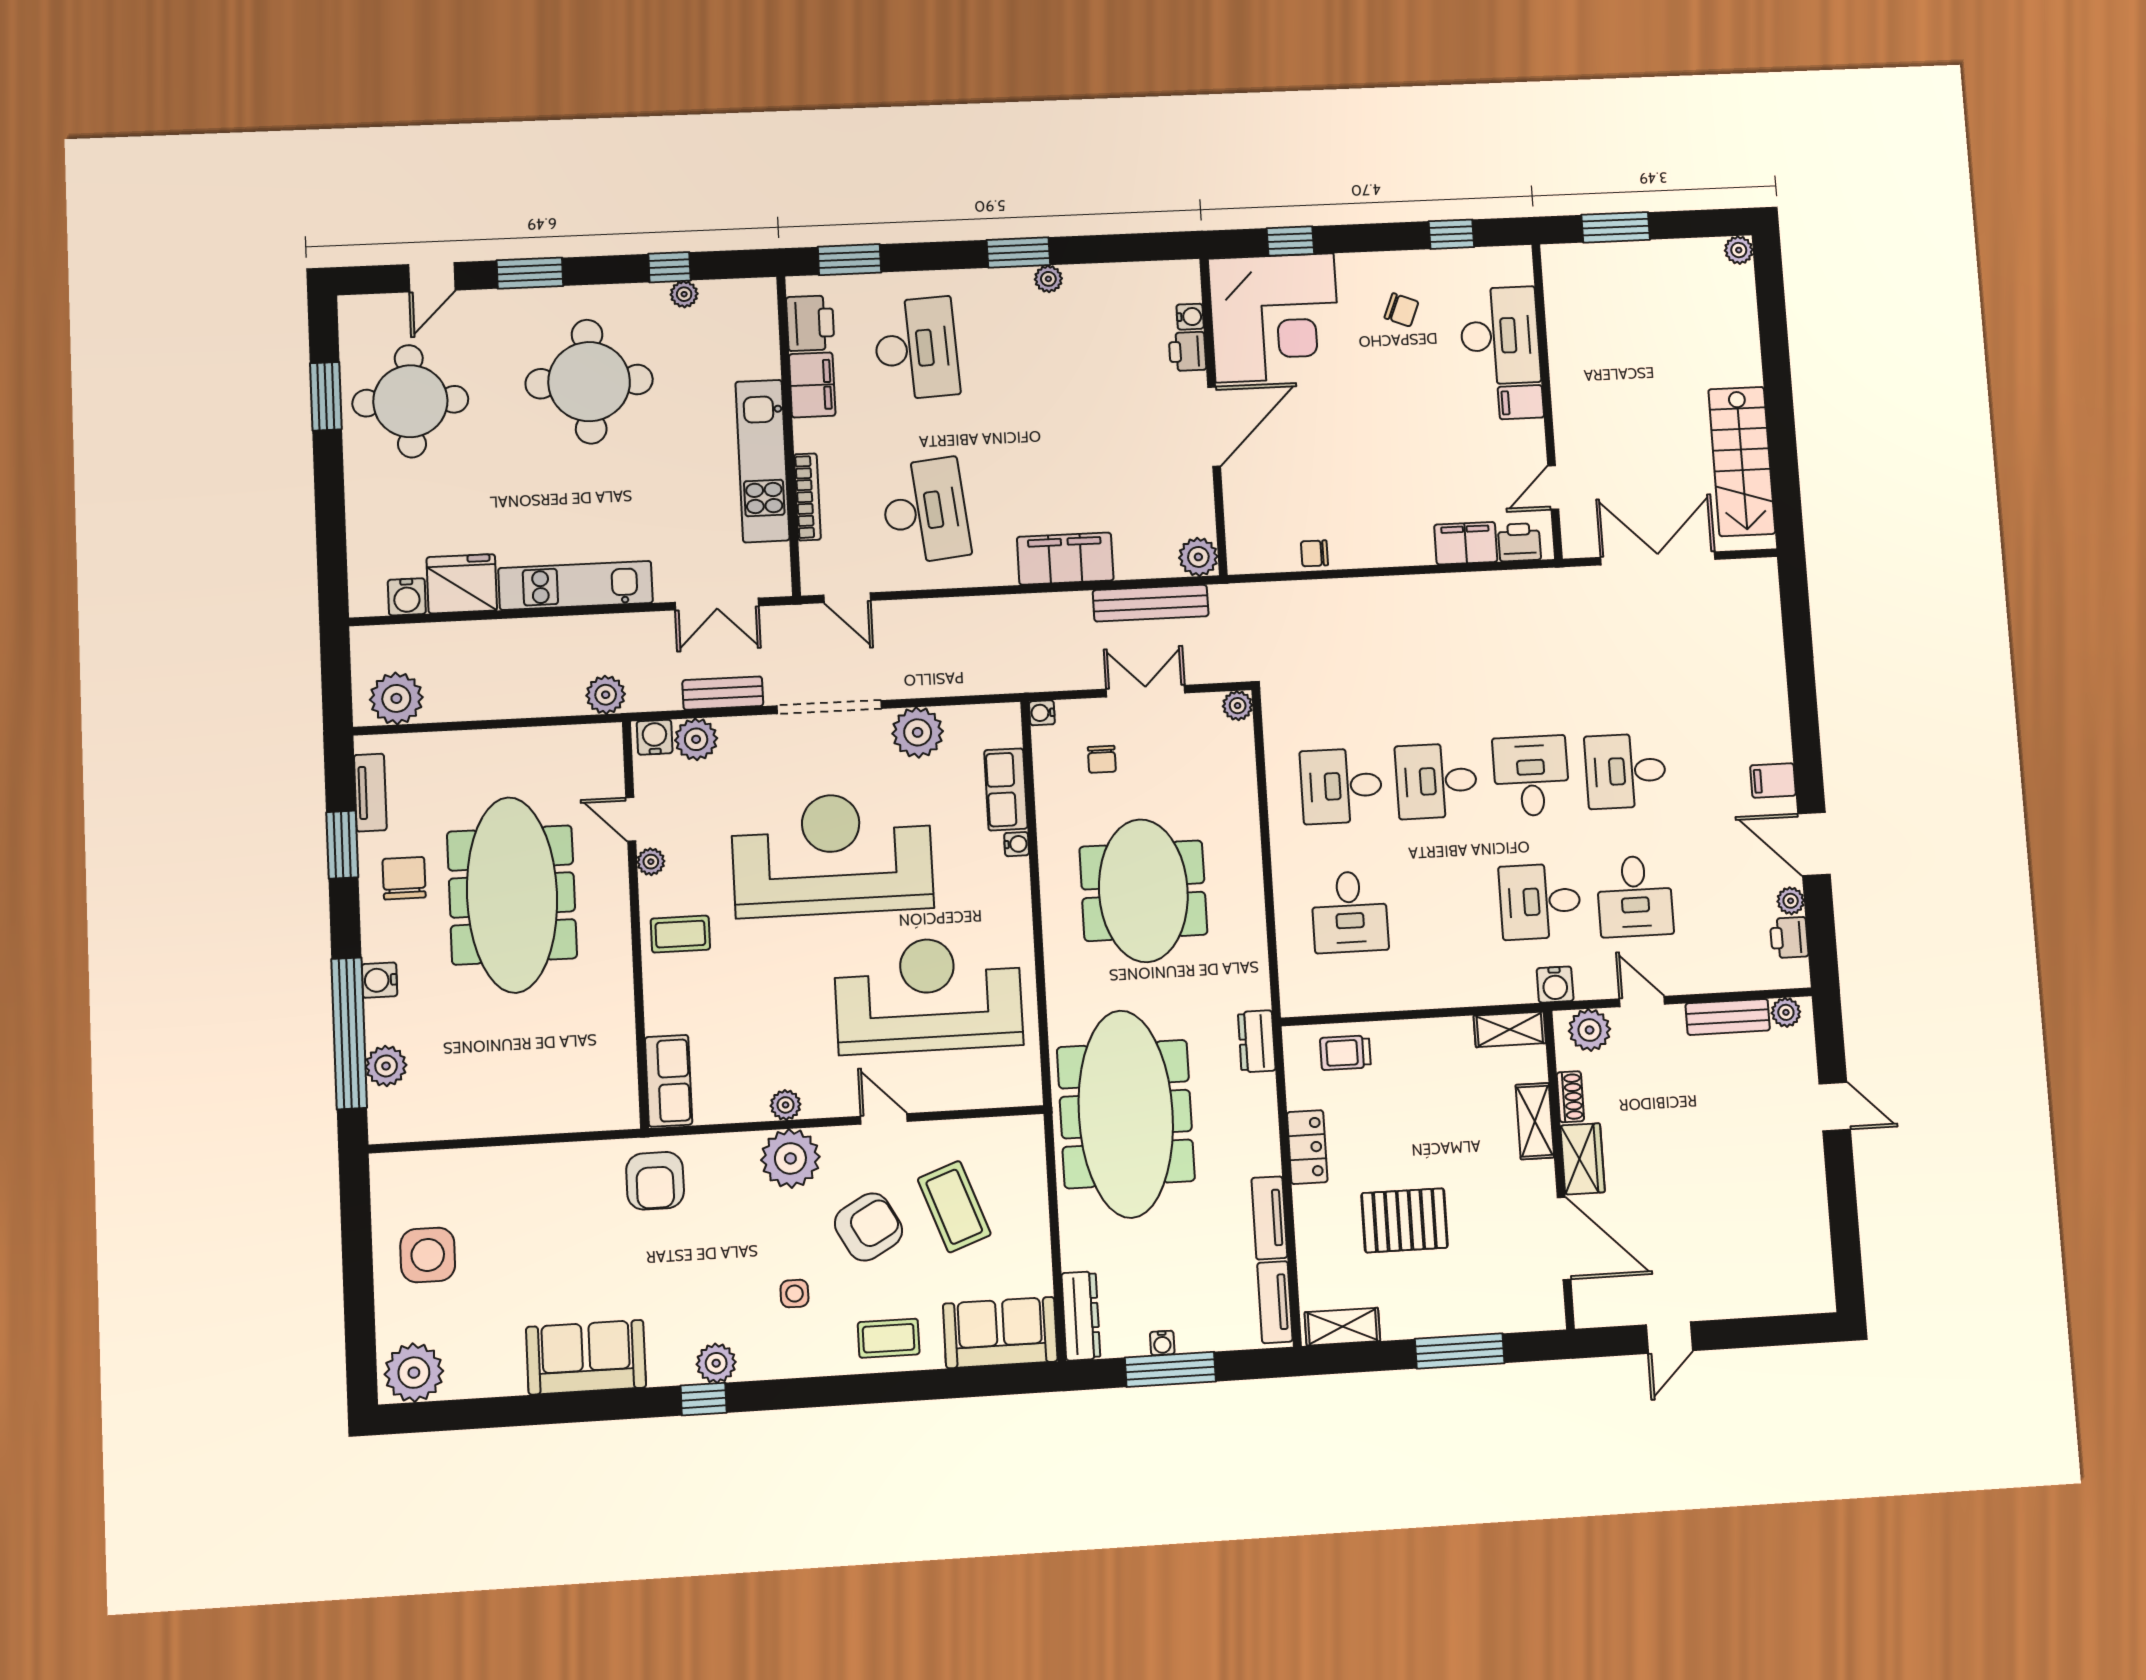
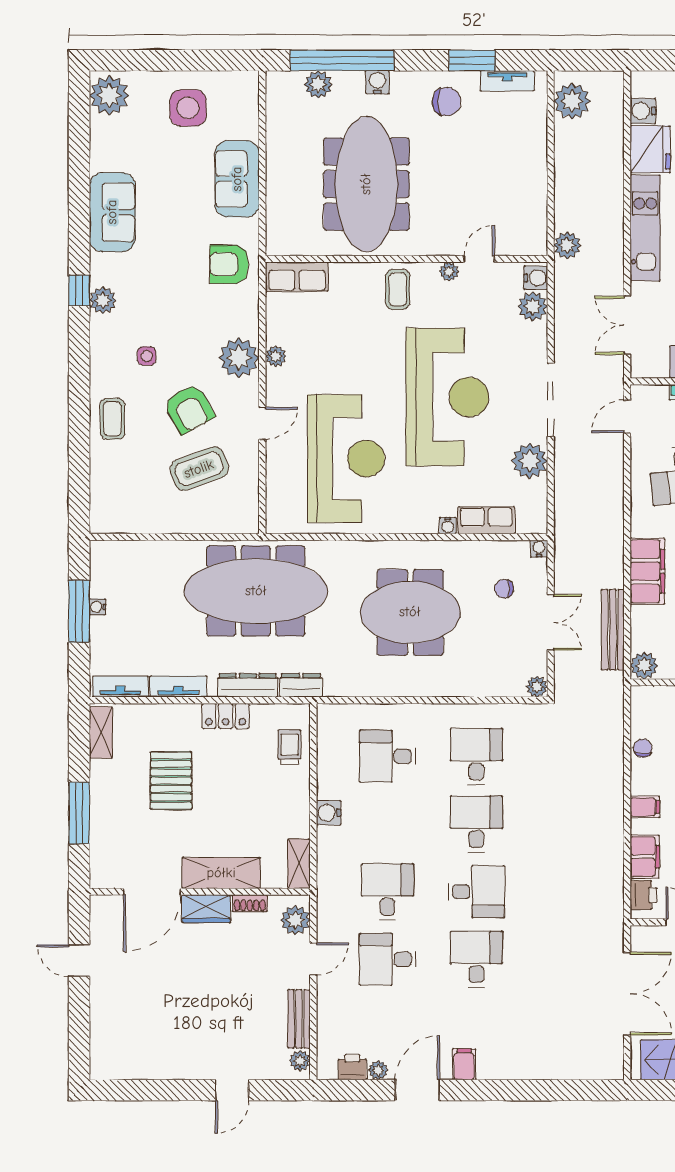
filing cabinet: (1396, 546) -> (645, 807), added
bench: (723, 693) -> (564, 327), removed
meeting table: (512, 895) -> (366, 184), moved, turned 90
water cooler: (1555, 985) -> (329, 813), moved
shelving: (1535, 1121) -> (221, 873), width x1.50, depth x1.33
dresser: (1081, 1316) -> (248, 685), moved, turned 180
sofa: (1000, 1333) -> (237, 179), moved, turned 180

